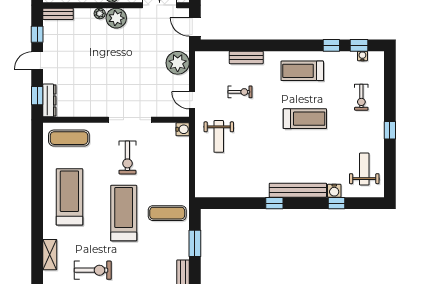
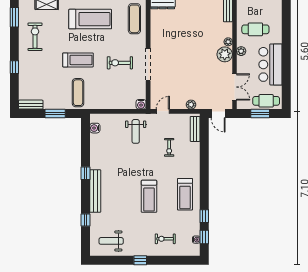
door: (195, 27) -> (218, 114), swing flipped
bench: (246, 57) -> (195, 129), moved
plant: (178, 63) -> (191, 105), width x0.53, depth x0.53
treadmill: (302, 71) -> (185, 194), turned 180
weight bench: (219, 136) -> (136, 131), turned -90
weight bench: (364, 169) -> (111, 241), turned 180
water cooler: (334, 191) -> (95, 128), moved
treadmill: (124, 213) -> (78, 60), width x0.73, depth x0.73
exercise bike: (93, 270) -> (35, 37), turned 180

